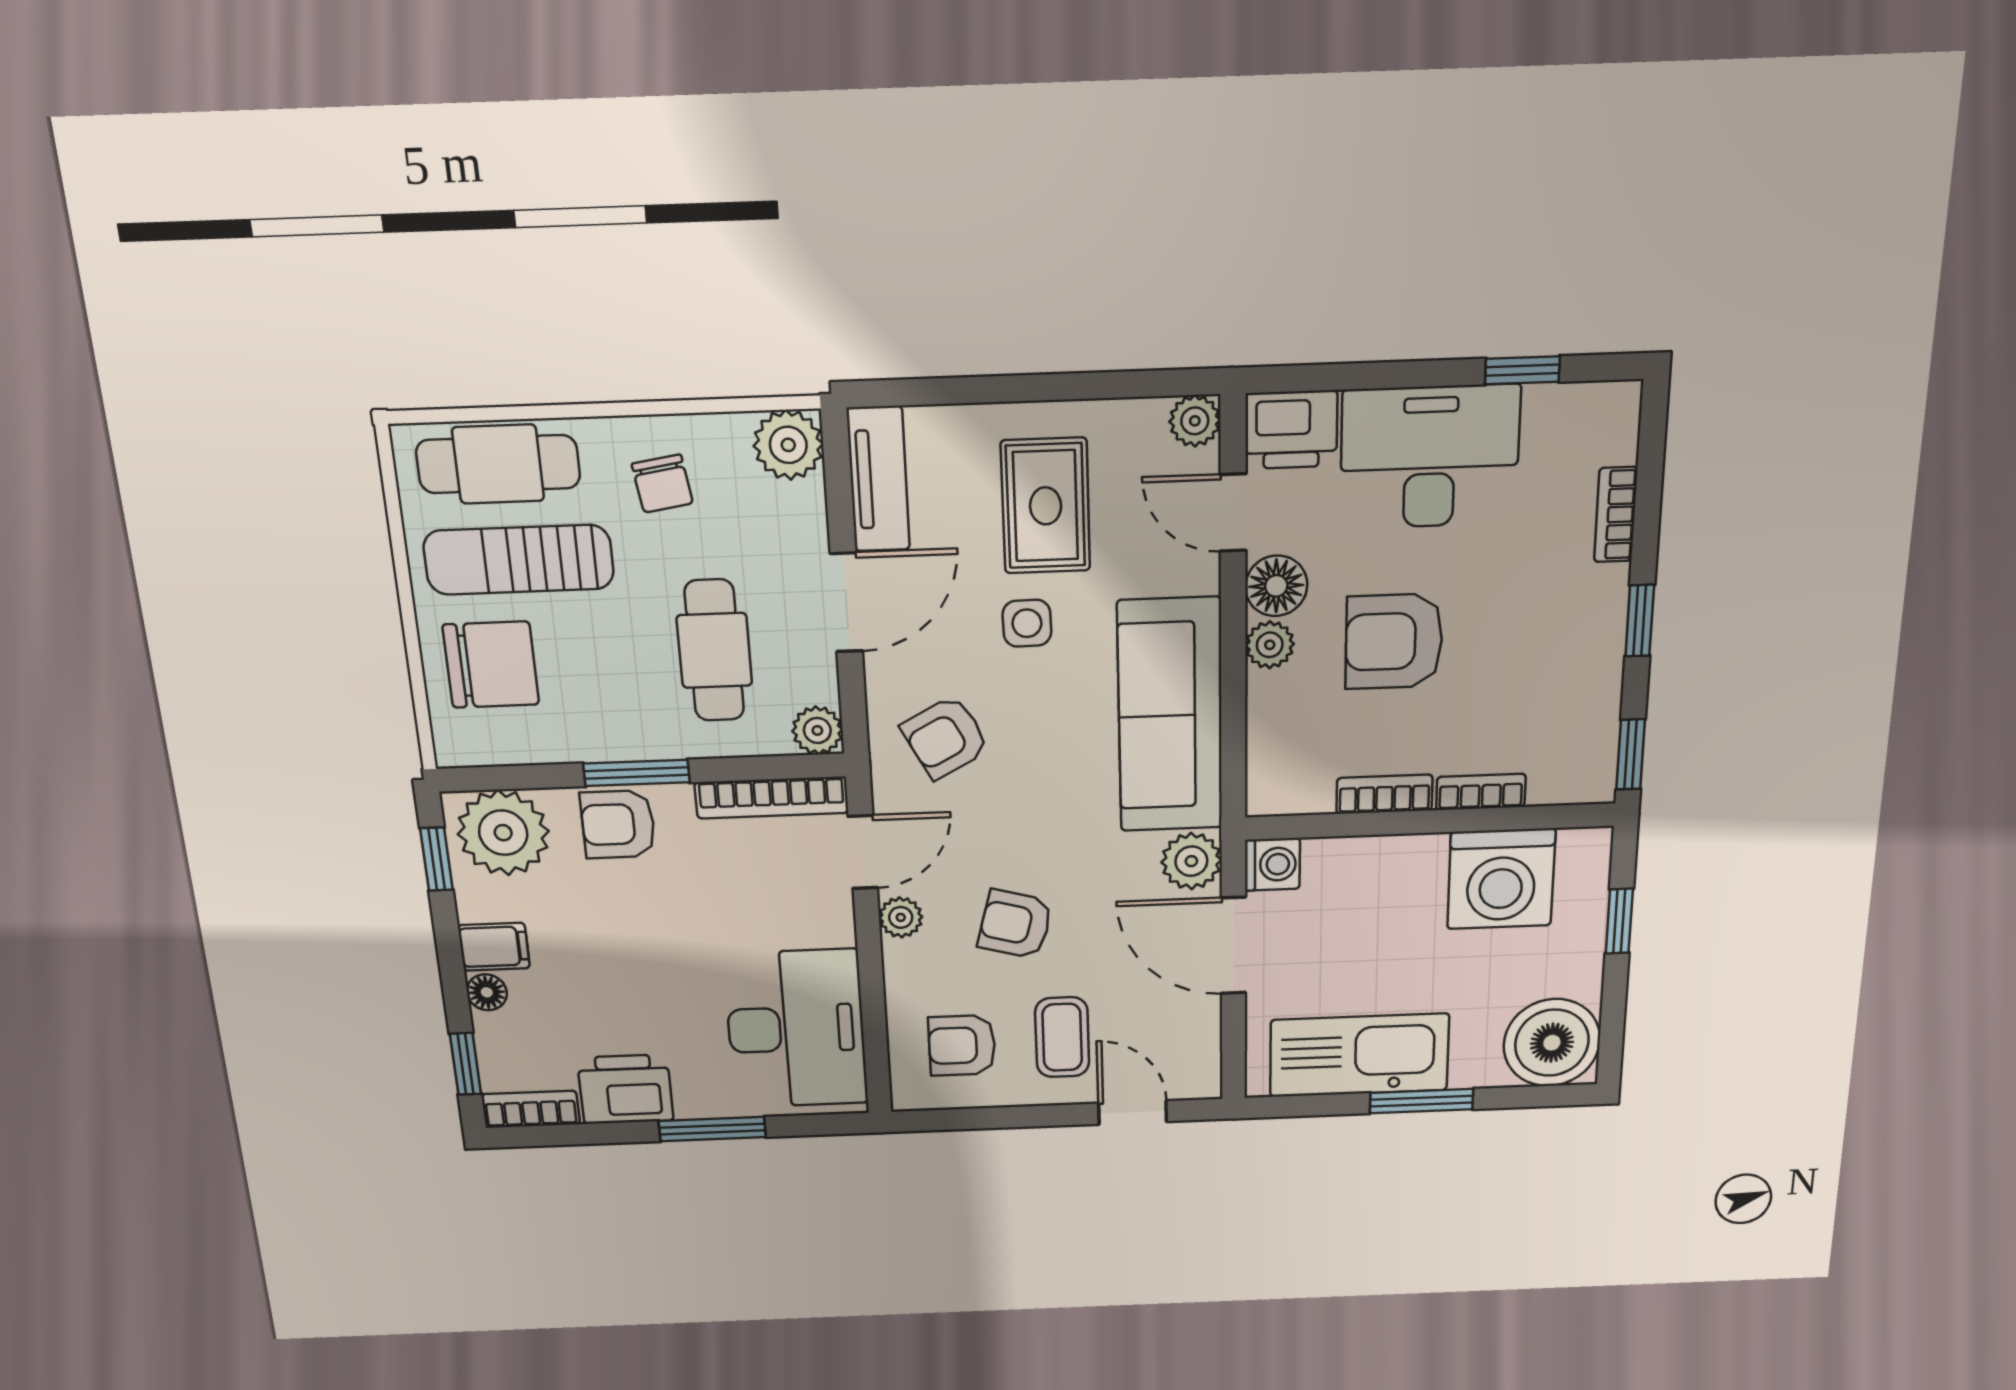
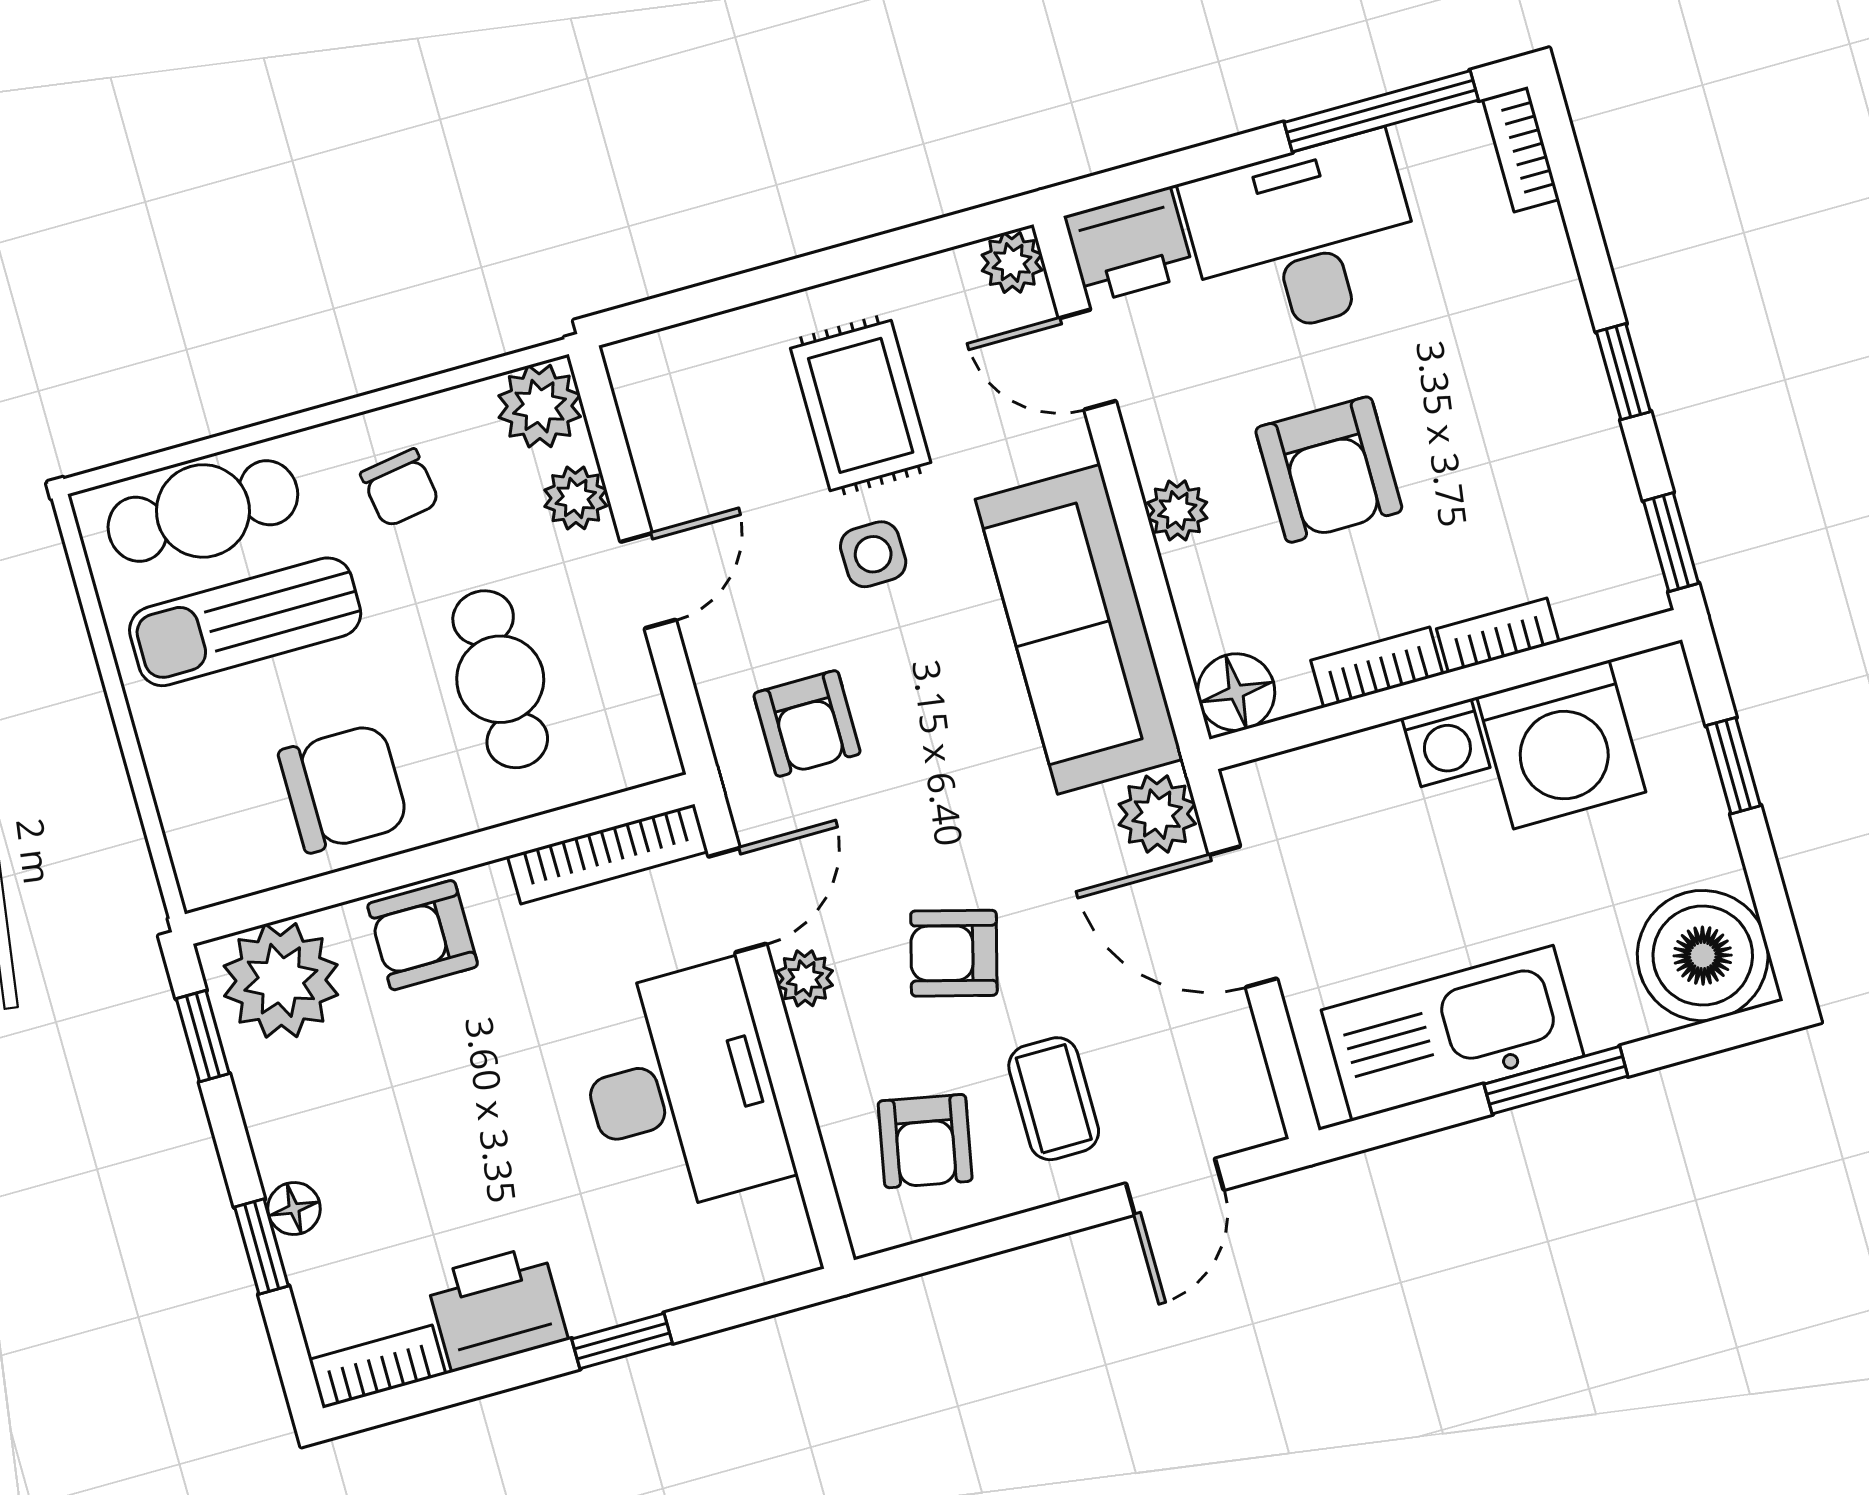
window: (1522, 370) -> (1381, 111), width x2.17
tv unit: (878, 479) -> (654, 421), removed
bookcase: (1616, 515) -> (1521, 149), moved
floor lamp: (1276, 586) -> (1236, 692), moved
door: (846, 602) -> (648, 581), width x0.73
armchair: (1394, 641) -> (1329, 470), turned -90
chair: (491, 665) -> (344, 788), moved
plant: (817, 730) -> (576, 498), moved
armchair: (945, 737) -> (807, 723), turned -62
window: (636, 773) -> (433, 861), removed
washing machine: (1272, 864) -> (1446, 743), moved, turned 90
filing cabinet: (494, 947) -> (293, 1141), removed
desk: (796, 1029) -> (681, 1089), moved
armchair: (962, 1045) -> (925, 1141), turned -79
window: (465, 1064) -> (262, 1247), moved
door: (1133, 1112) -> (1175, 1187), swing flipped
window: (712, 1129) -> (622, 1341), width x0.67

